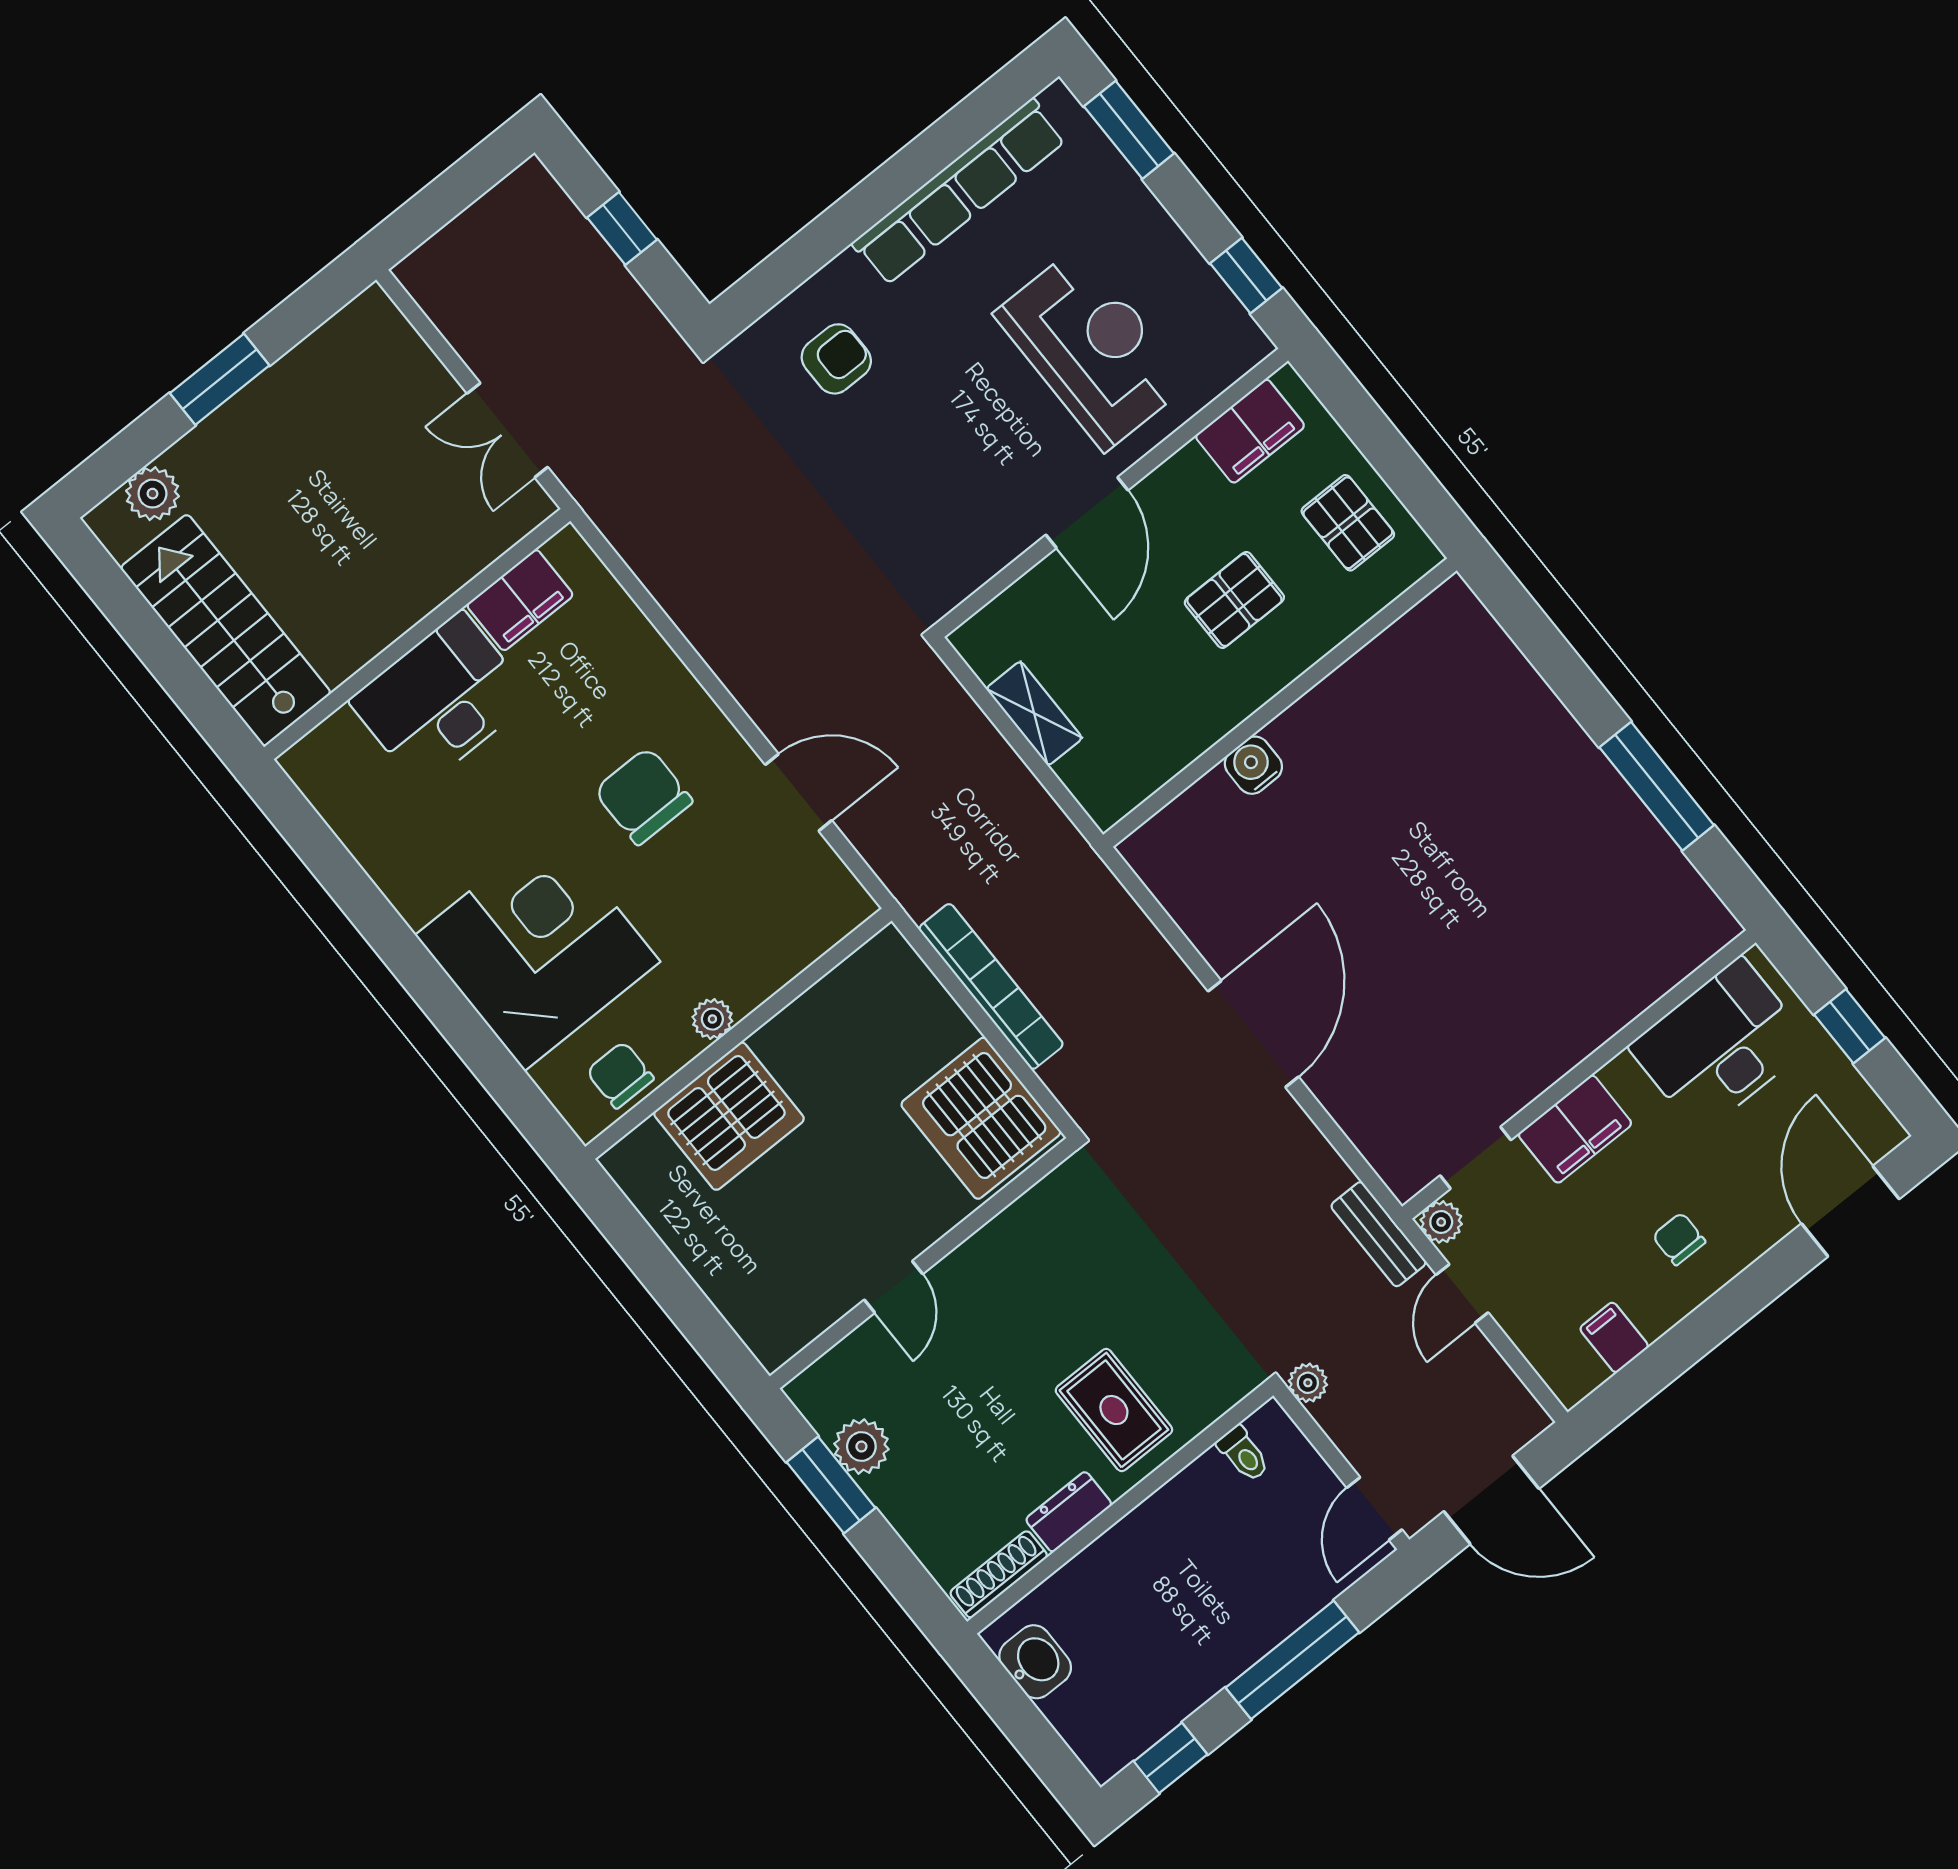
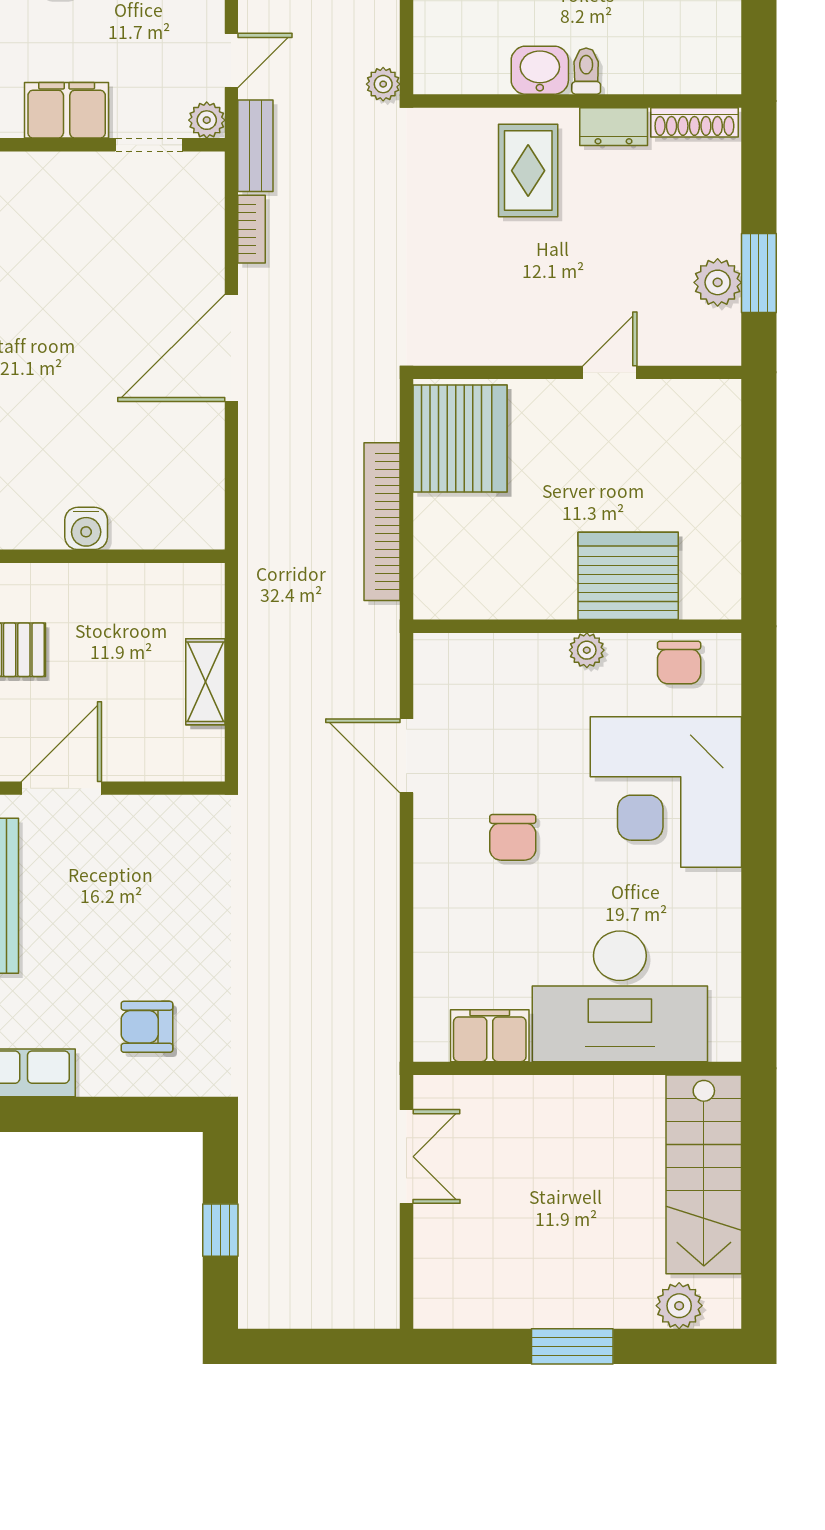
desk: (441, 700) -> (620, 996), width x1.36, depth x1.30
chair: (643, 796) -> (513, 837), width x0.73, depth x0.73
bookcase: (1321, 1156) -> (252, 229), added
toilet: (1243, 1454) -> (586, 71), moved
washbasin: (1035, 1662) -> (540, 70), moved, turned 90

